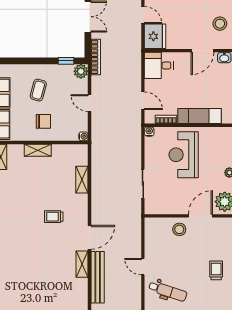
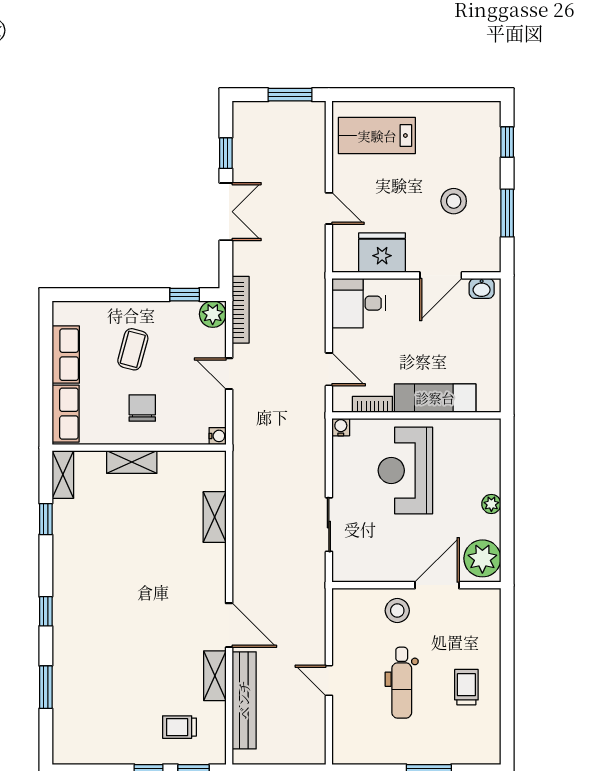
stool: (220, 24) -> (454, 201), moved
fridge: (155, 36) -> (382, 253), moved, turned -90
bookcase: (96, 57) -> (241, 310), moved
chair: (43, 121) -> (142, 408), turned -90
trolley: (54, 217) -> (179, 727), moved
door: (90, 237) -> (229, 625), hinge flipped
dental chair: (168, 291) -> (402, 683), moved, turned 72

